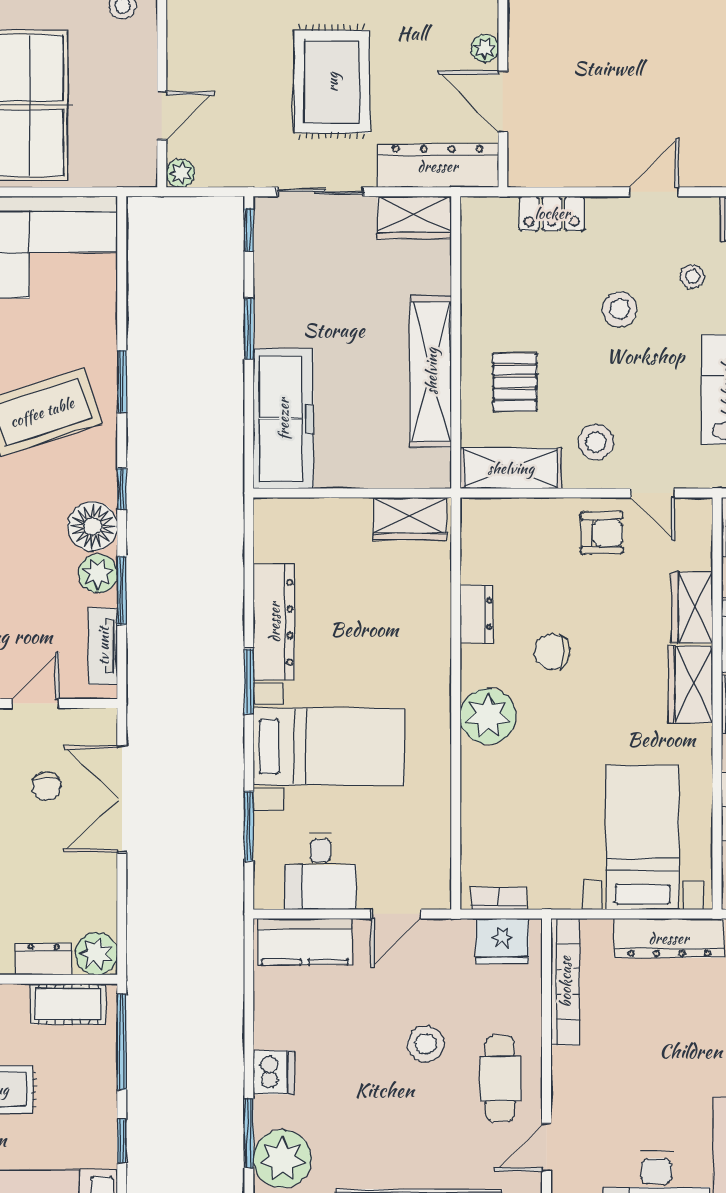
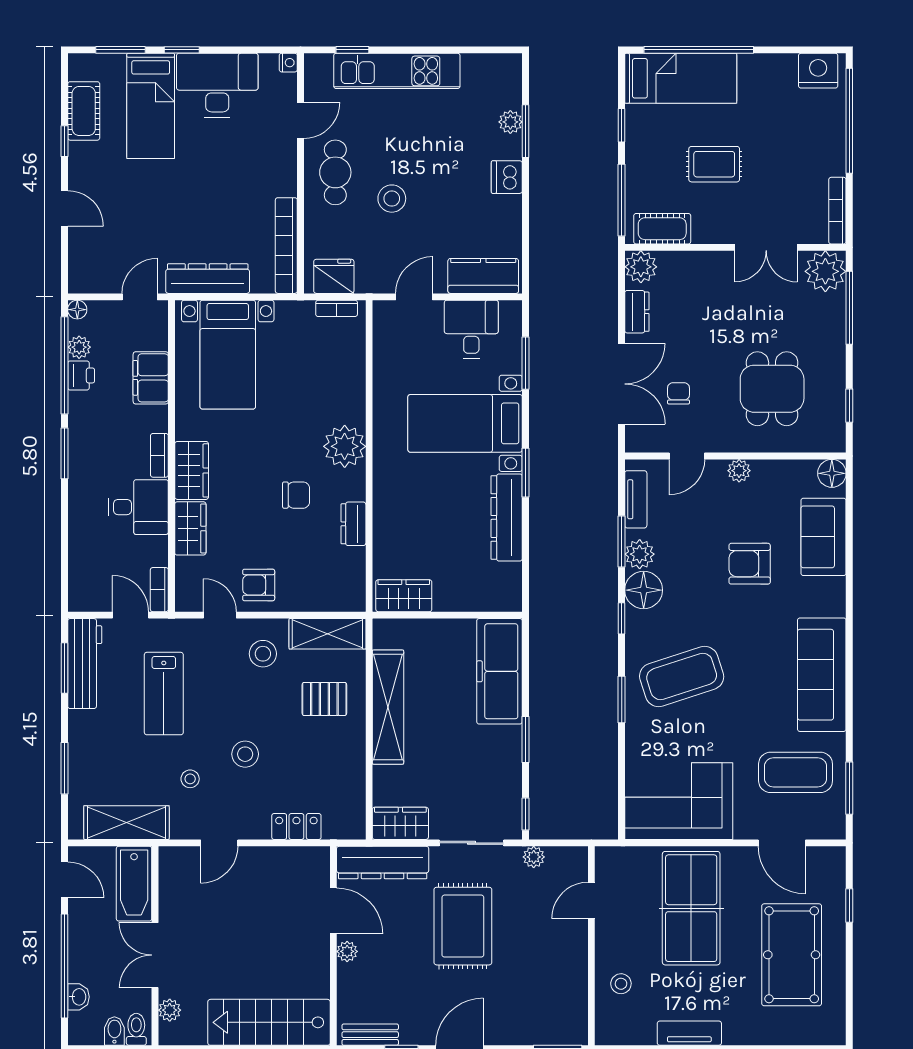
plant: (180, 173) -> (534, 857), moved
pallet: (515, 382) -> (324, 699), turned 90
dresser: (44, 959) -> (637, 312), moved, turned -90
plant: (282, 1159) -> (510, 122), width x0.53, depth x0.53

